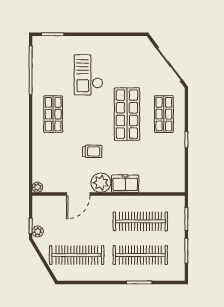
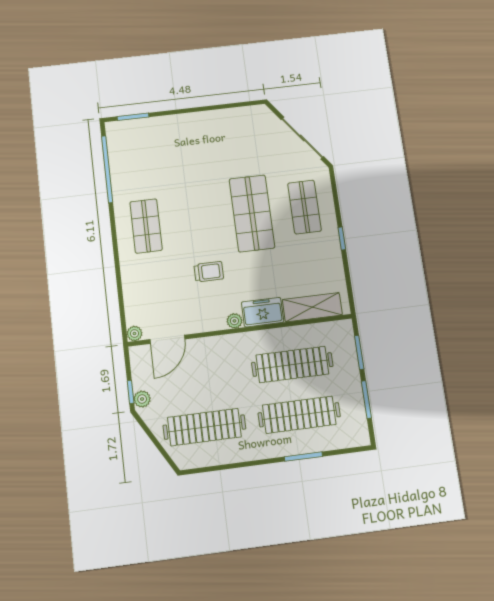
checkout: (89, 75) -> (190, 166), removed
plant: (101, 183) -> (234, 321), width x0.53, depth x0.53
shelving: (159, 185) -> (312, 307), added
door: (78, 194) -> (167, 339), moved

